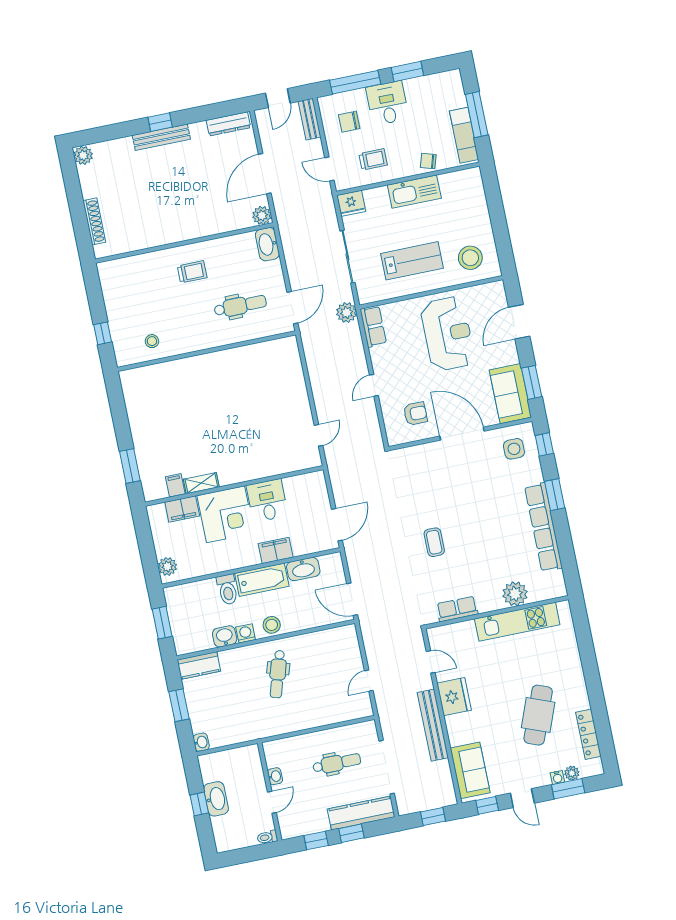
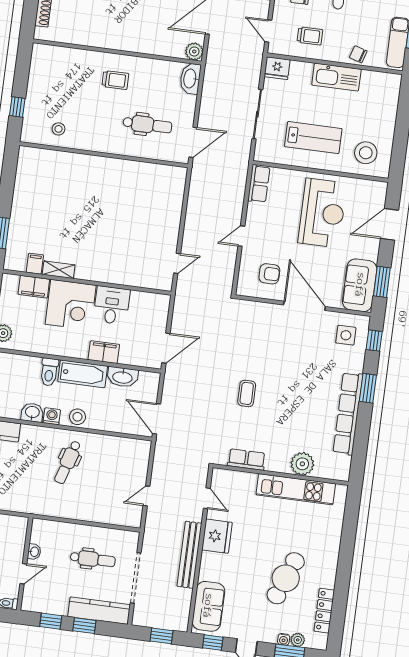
plant: (347, 313) -> (239, 163), removed

